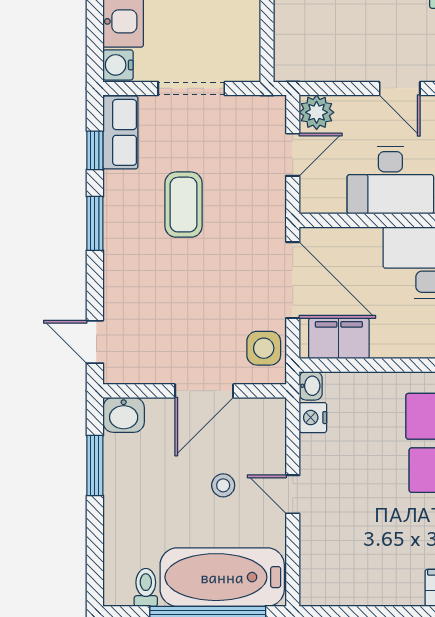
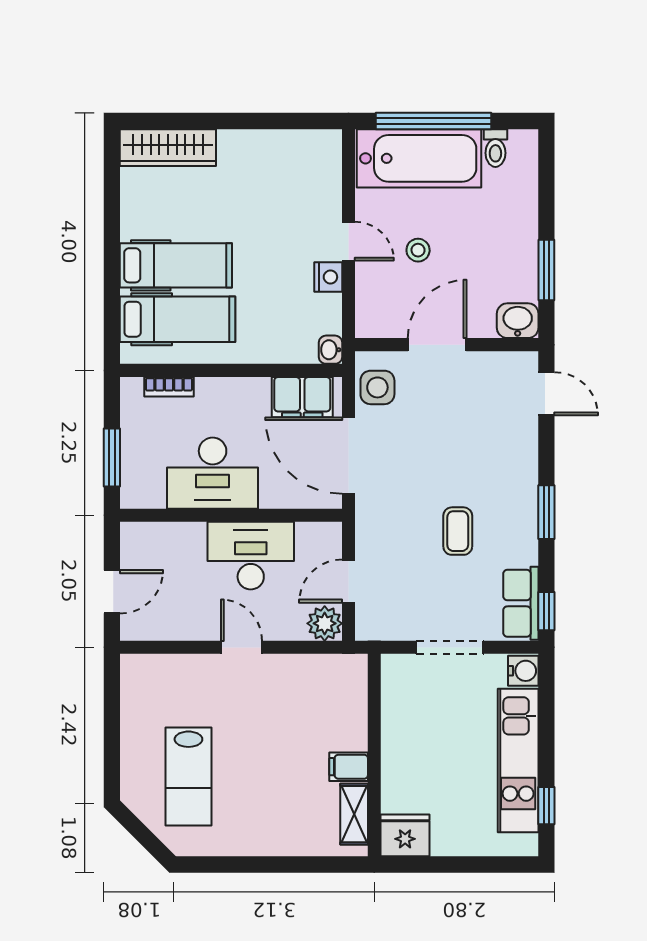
window: (95, 150) -> (546, 611), moved
coffee table: (183, 205) -> (458, 531), width x0.73, depth x0.77
nightstand: (313, 418) -> (328, 277), moved

